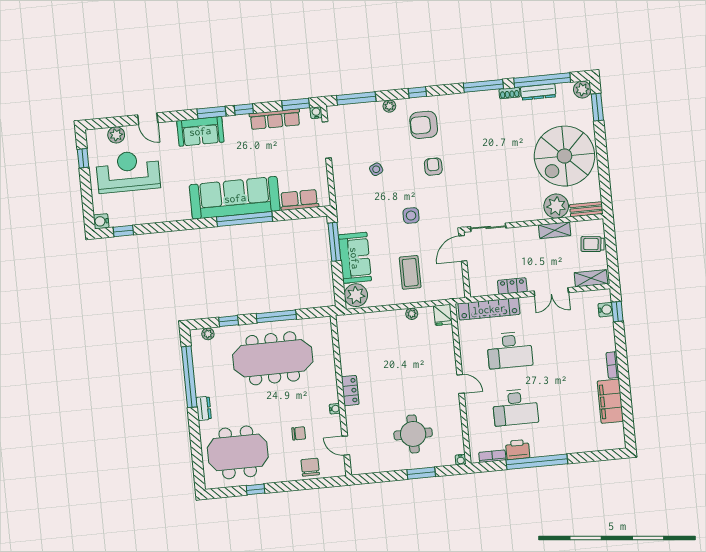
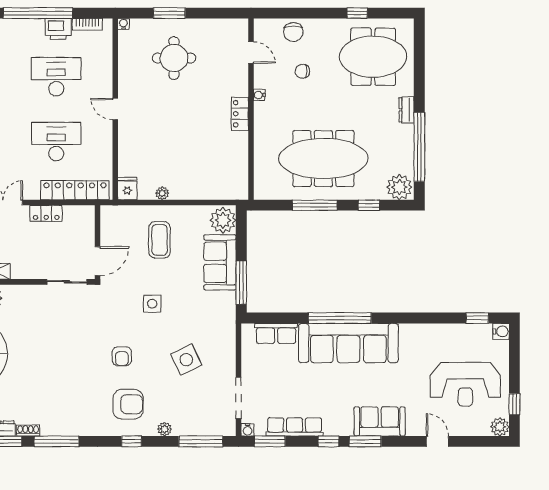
plant: (116, 135) -> (500, 427), moved
side table: (376, 169) -> (186, 360), width x1.87, depth x1.87
plant: (208, 334) -> (399, 187), width x1.87, depth x1.87

